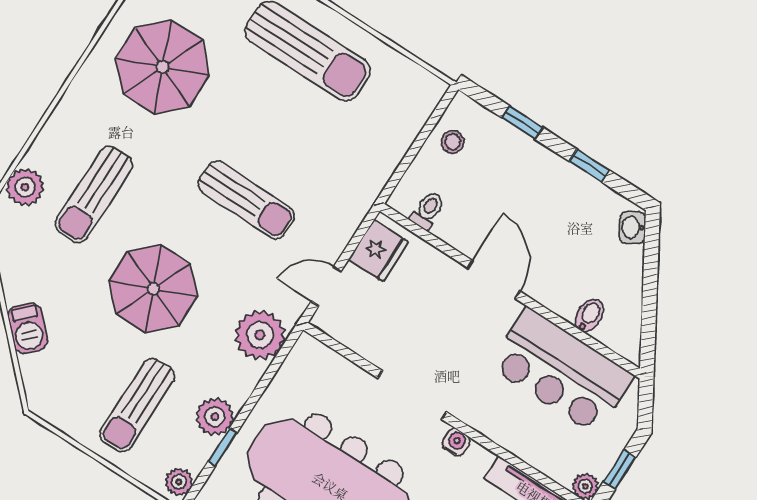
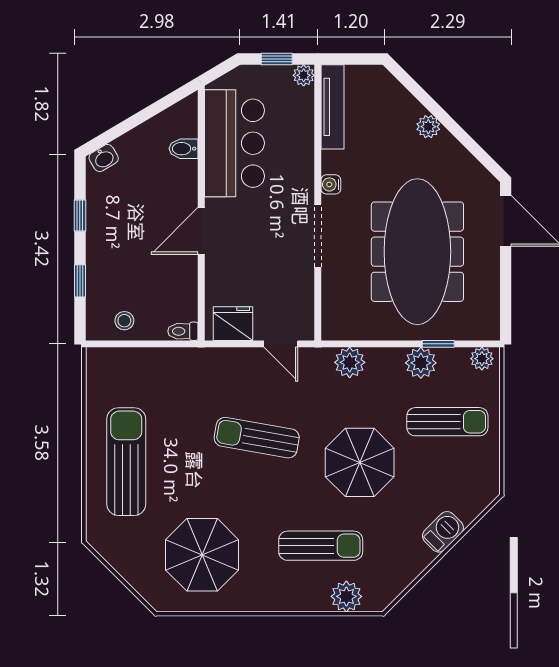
sun lounger: (246, 200) -> (257, 438), turned -81
toilet: (428, 210) -> (183, 331), moved
plant: (260, 335) -> (350, 362), width x0.73, depth x0.73

